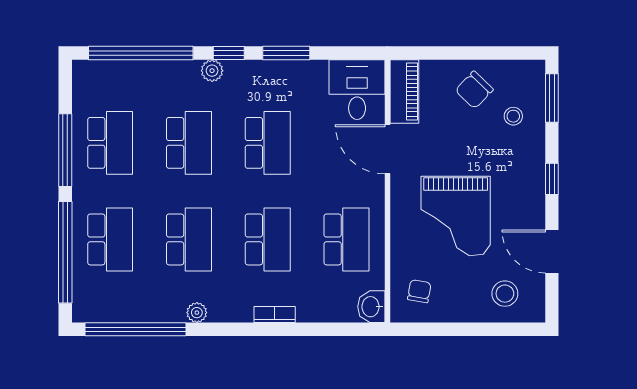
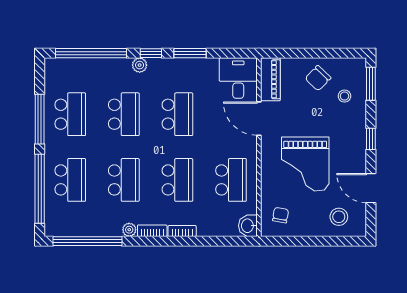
bookcase: (231, 314) -> (152, 231), added

